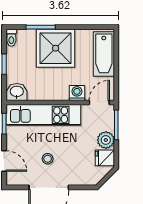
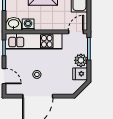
washing machine: (77, 93) -> (28, 25), moved

